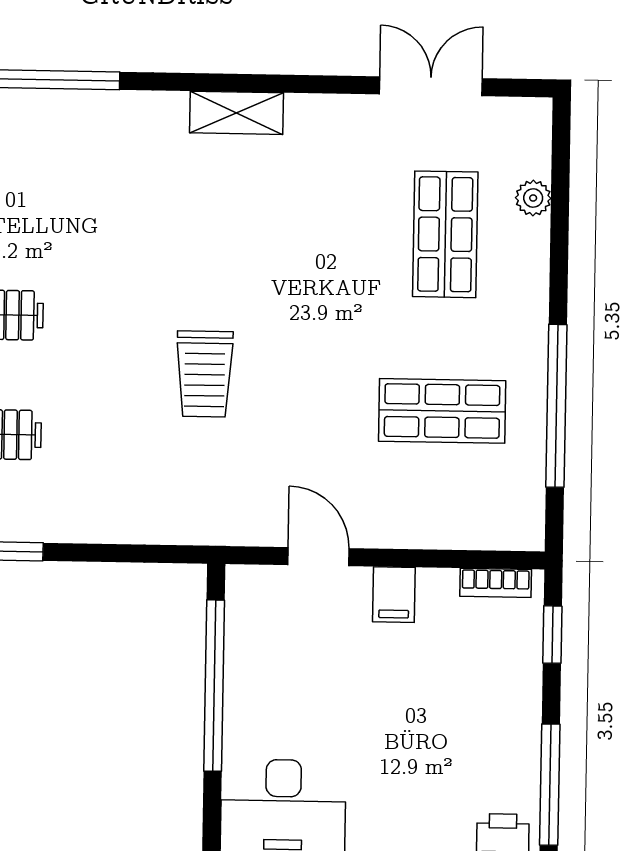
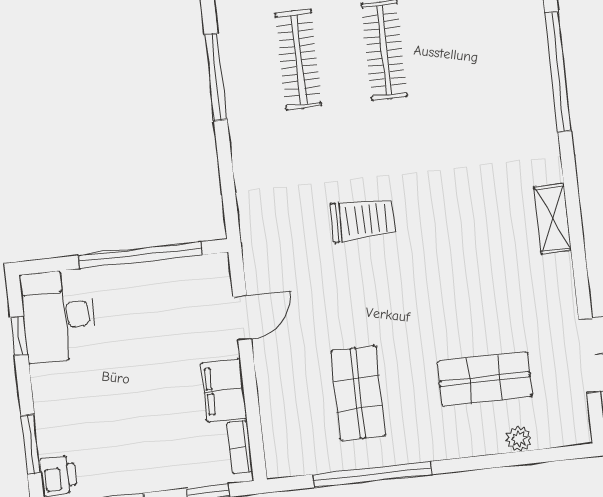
trolley: (205, 374) -> (363, 220), turned 180
filing cabinet: (394, 595) -> (224, 390), width x2.00

